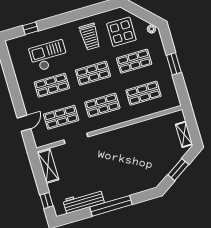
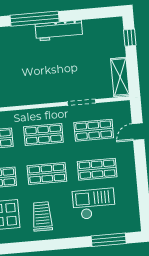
window: (30, 28) -> (109, 240), width x2.17
checkout: (49, 56) -> (94, 204), turned 180
workbench: (84, 201) -> (59, 31), moved
window: (111, 206) -> (35, 19), moved

